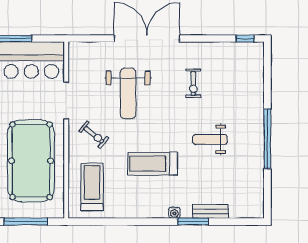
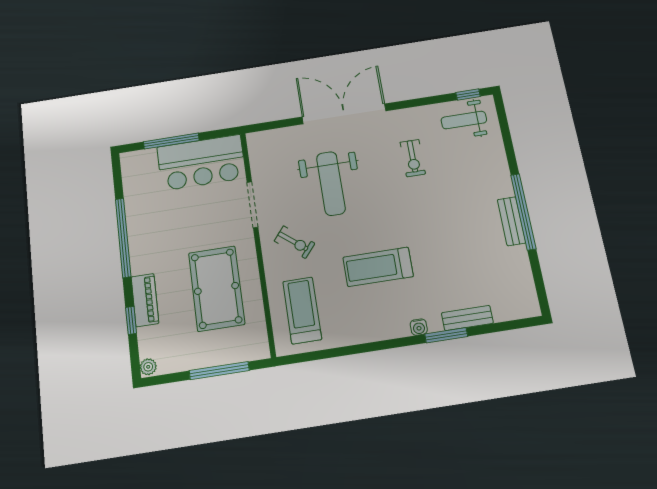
weight bench: (210, 139) -> (464, 120), moved
bench: (257, 145) -> (511, 221), added
pool table: (31, 161) -> (216, 288), width x0.73, depth x0.76

